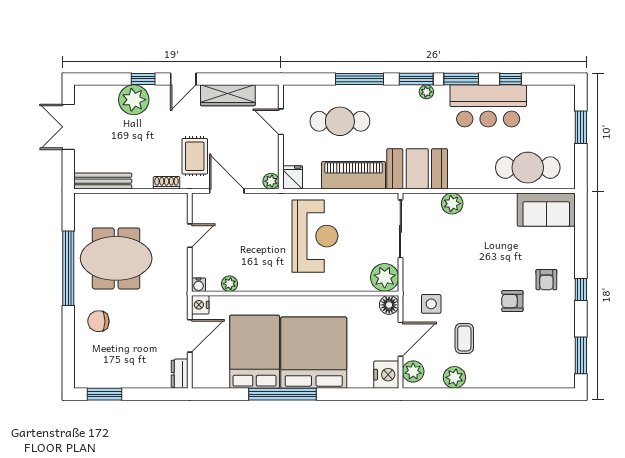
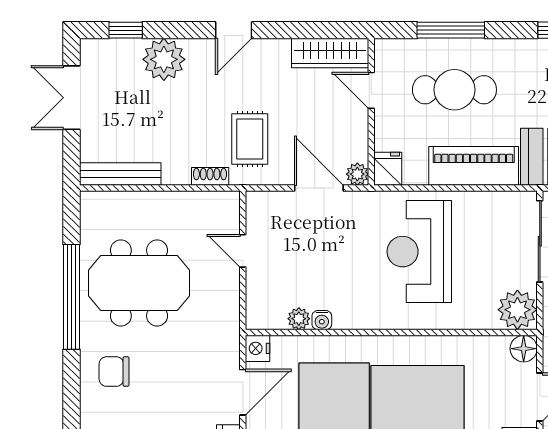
window: (143, 79) -> (126, 30), moved
window: (359, 79) -> (451, 30), moved
wardrobe: (228, 95) -> (330, 53), moved
door: (227, 191) -> (319, 188), moved
door: (190, 236) -> (243, 251), swing flipped
reception desk: (315, 236) -> (419, 252), turned 180
water cooler: (199, 285) -> (322, 320), moved

